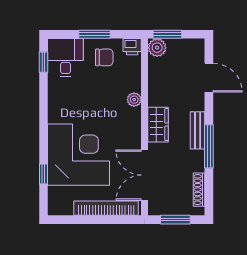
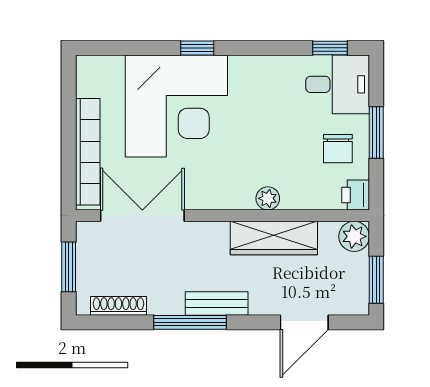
window: (167, 34) -> (376, 280), moved
wardrobe: (158, 125) -> (274, 238), moved, width x1.50
window: (44, 174) -> (197, 48), moved

